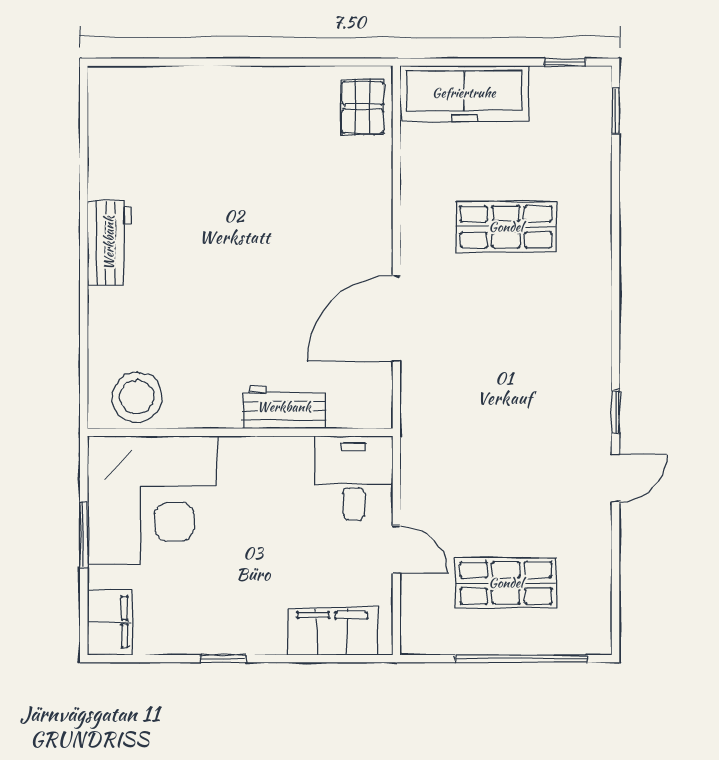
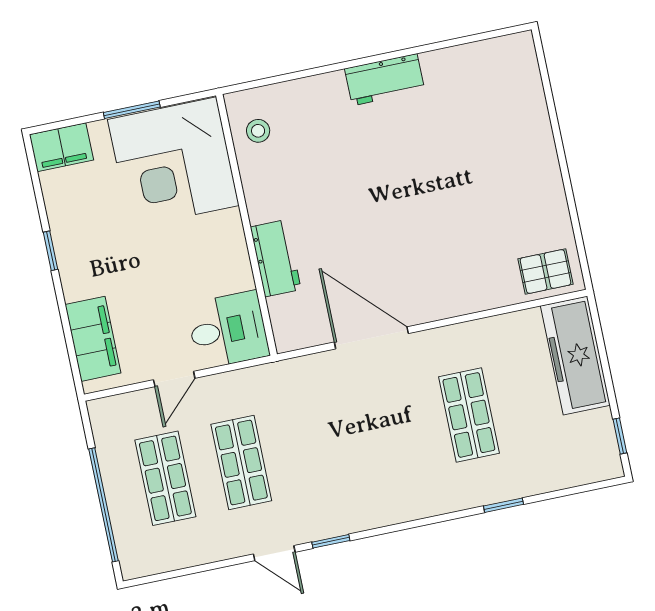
window: (616, 111) -> (504, 505), moved
stool: (137, 397) -> (258, 131), width x0.53, depth x0.53
shop shelf: (506, 494) -> (241, 463), added

